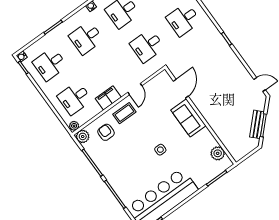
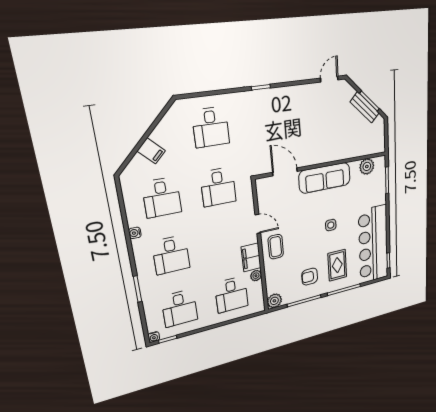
sofa: (188, 118) -> (325, 178), width x1.36
plant: (74, 126) -> (256, 276), moved
armchair: (106, 132) -> (310, 277), moved
rug: (132, 175) -> (337, 265), added

